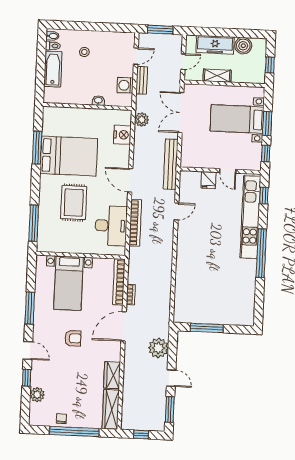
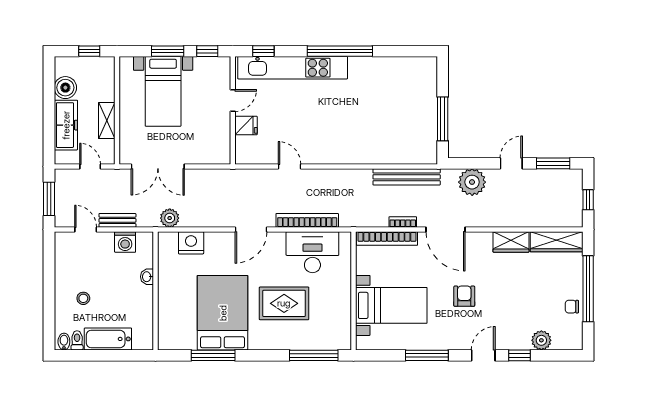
bench: (171, 164) -> (407, 177), moved

